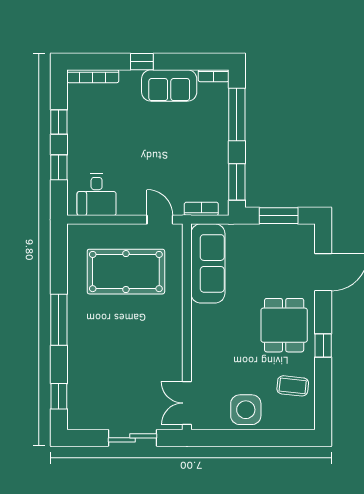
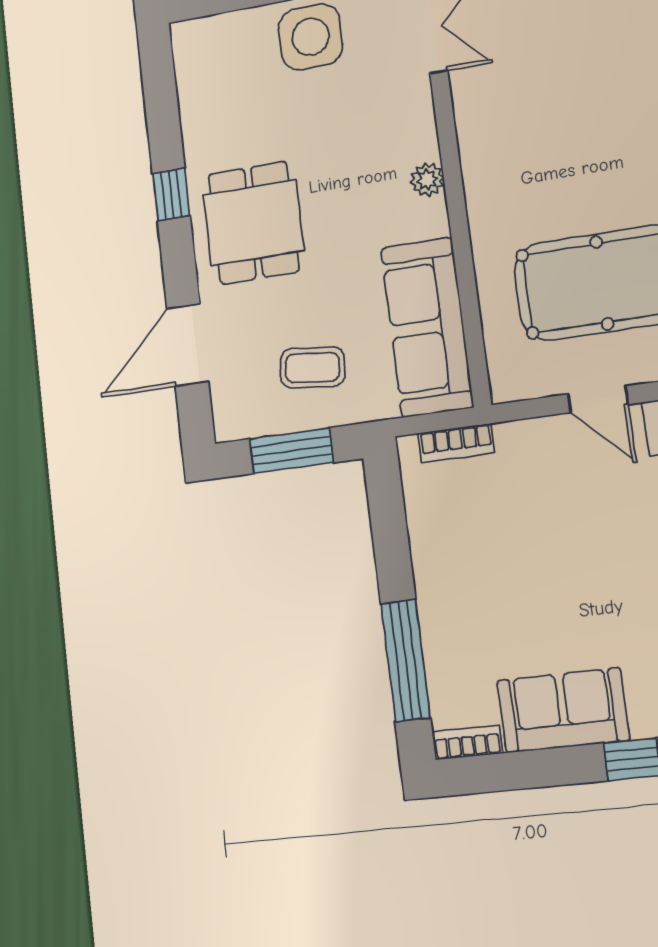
window: (237, 182) -> (387, 512), removed
door: (160, 220) -> (598, 399), moved
plant: (199, 332) -> (427, 180), added
coffee table: (293, 386) -> (312, 368), moved

